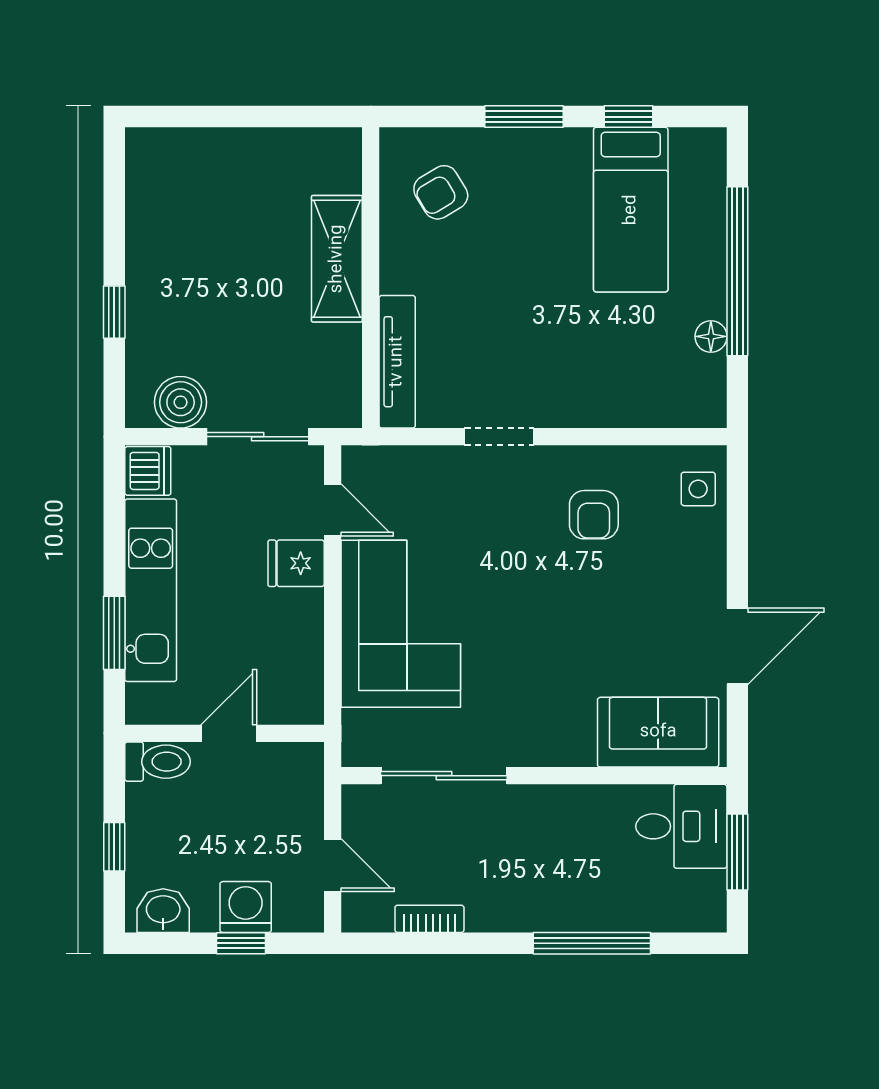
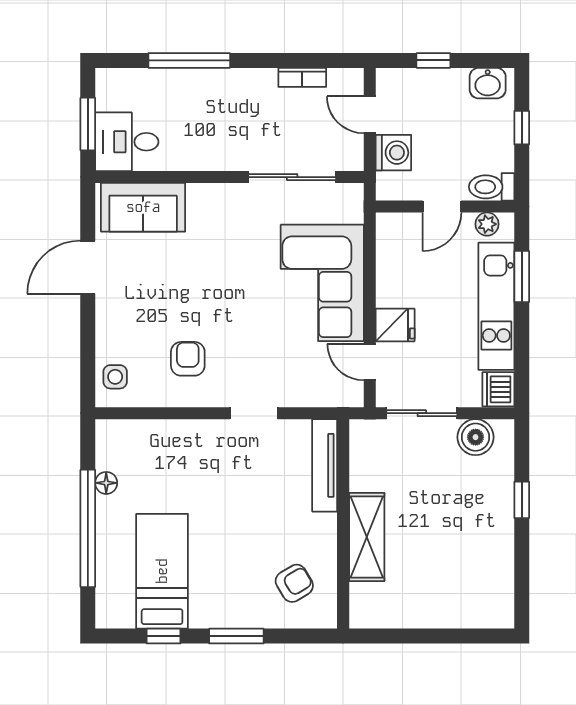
plant: (164, 708) -> (487, 224), added
washing machine: (246, 907) -> (393, 153), moved, turned -90

